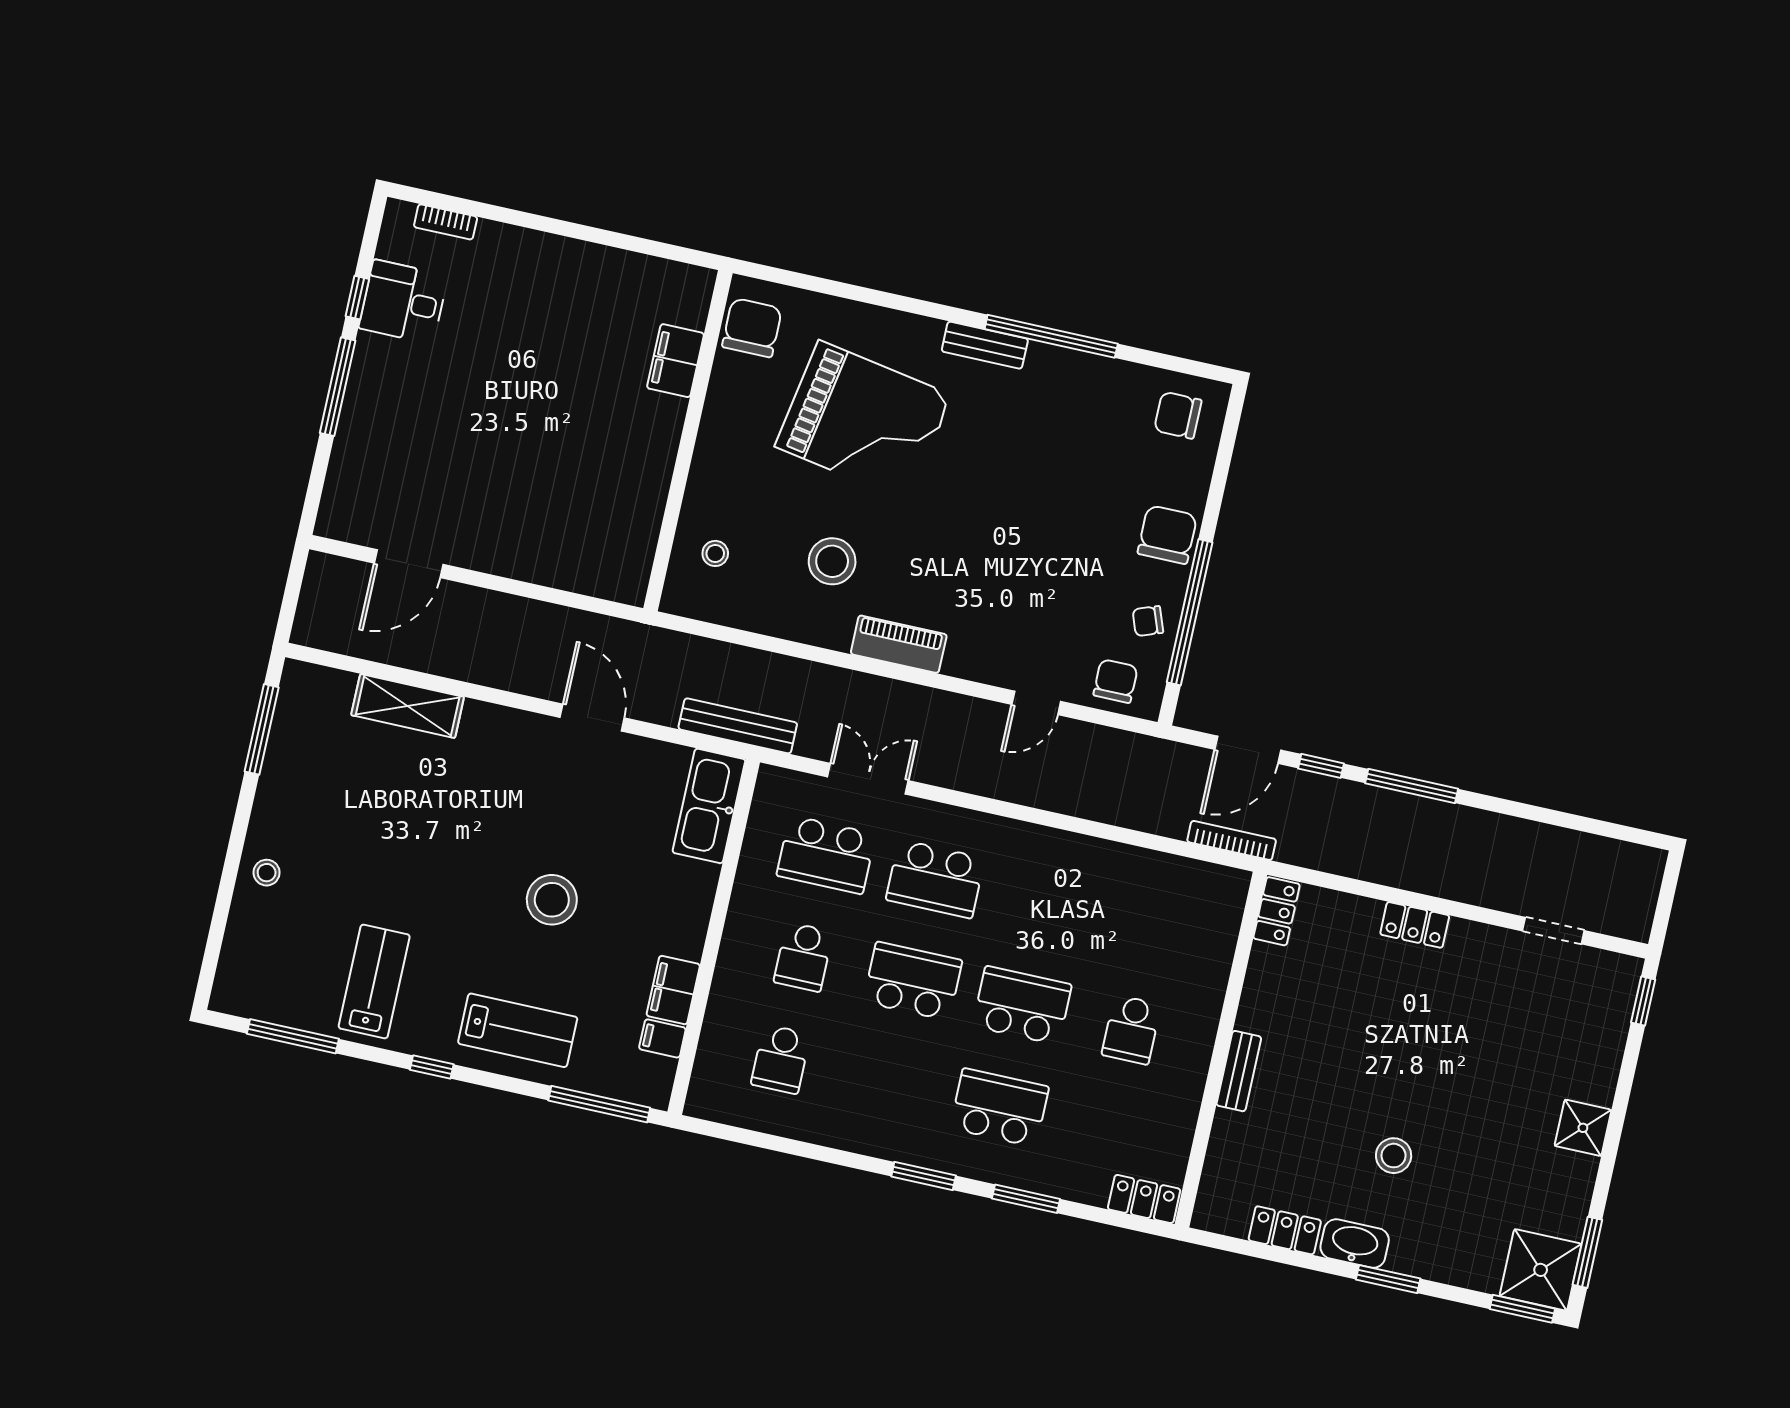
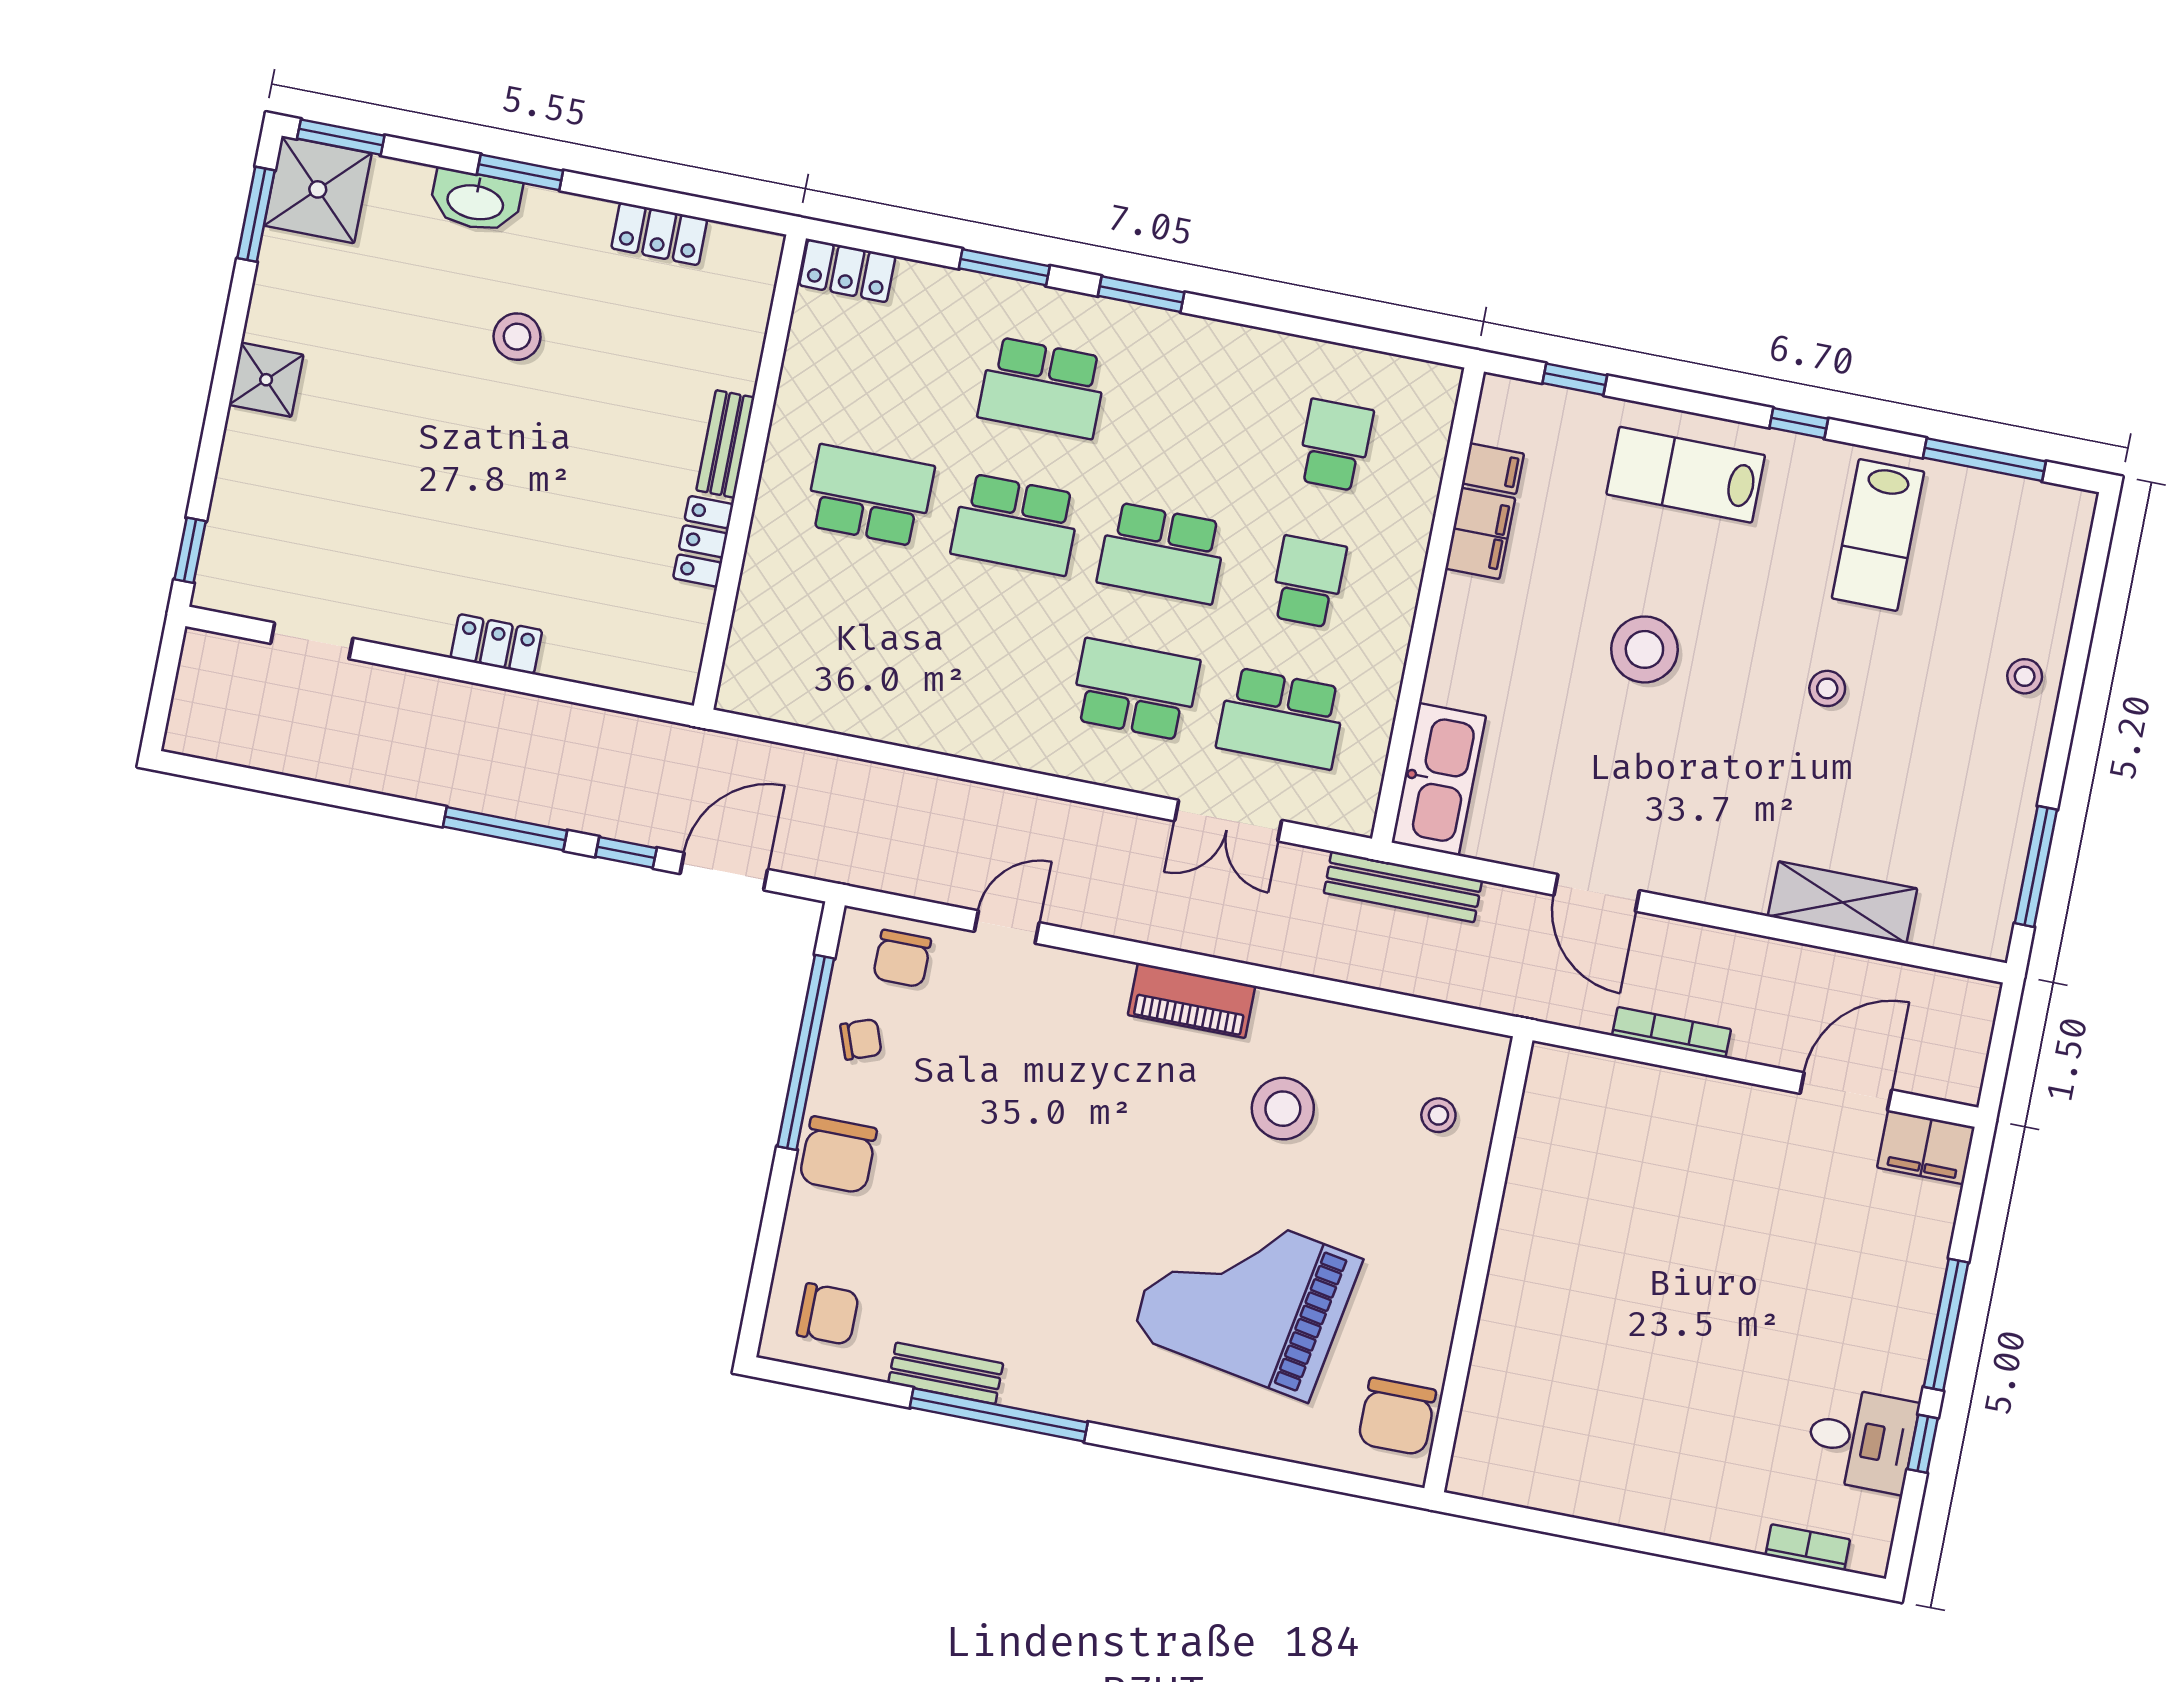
bench: (985, 345) -> (946, 1373), moved
filing cabinet: (675, 361) -> (1926, 1147), moved, turned 90
bookcase: (1232, 840) -> (1671, 1032), moved, turned 180
school desk: (826, 855) -> (1281, 718), turned 180
stool: (415, 867) -> (1827, 688), added
locker: (1277, 911) -> (703, 541), moved
school desk: (1131, 1030) -> (870, 496), width x1.85
window: (599, 1104) -> (1575, 379), width x0.46
washbasin: (1355, 1244) -> (476, 201), moved

